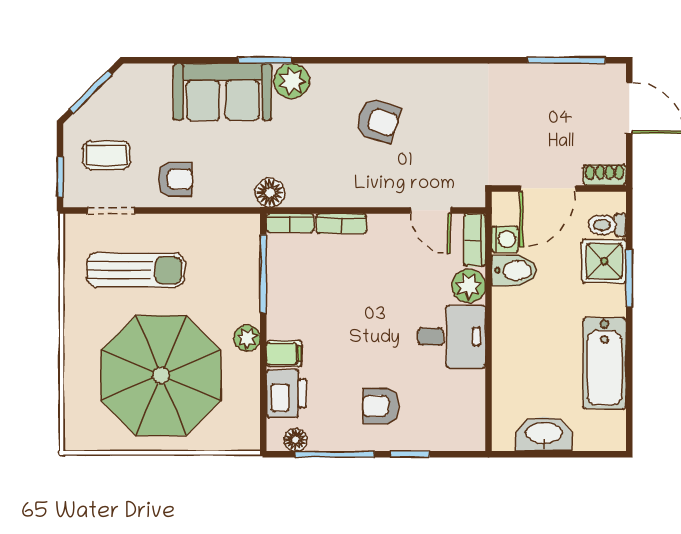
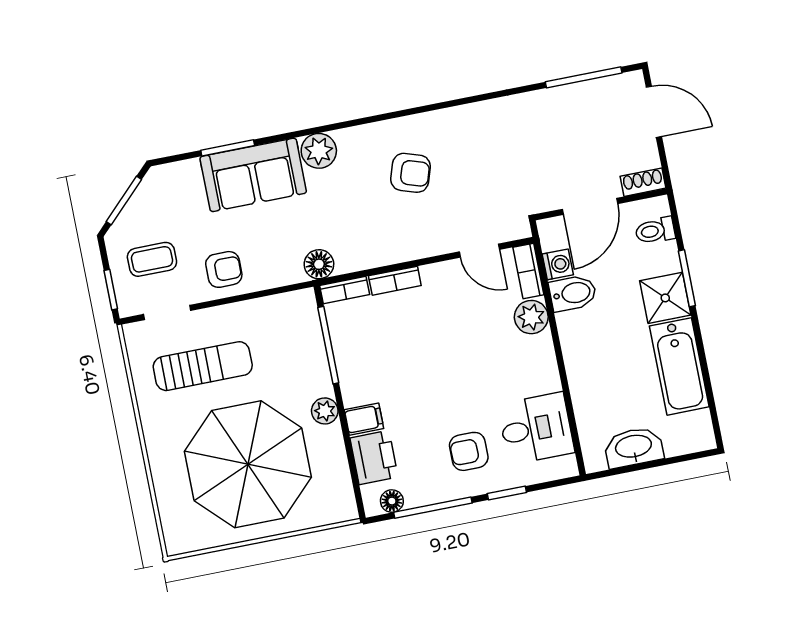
window: (265, 60) -> (228, 148), moved
shower: (604, 261) -> (665, 298), moved
desk: (452, 337) -> (536, 428), moved

